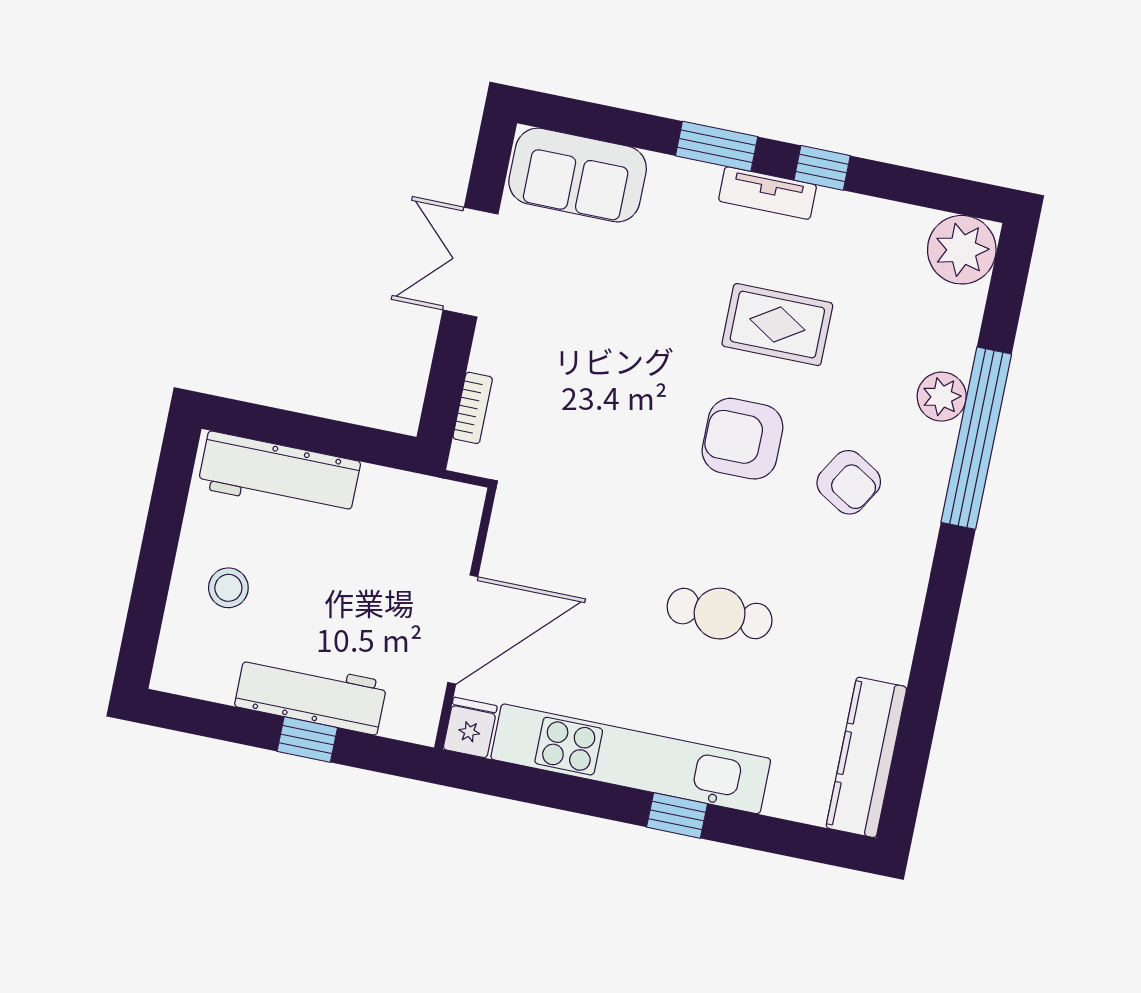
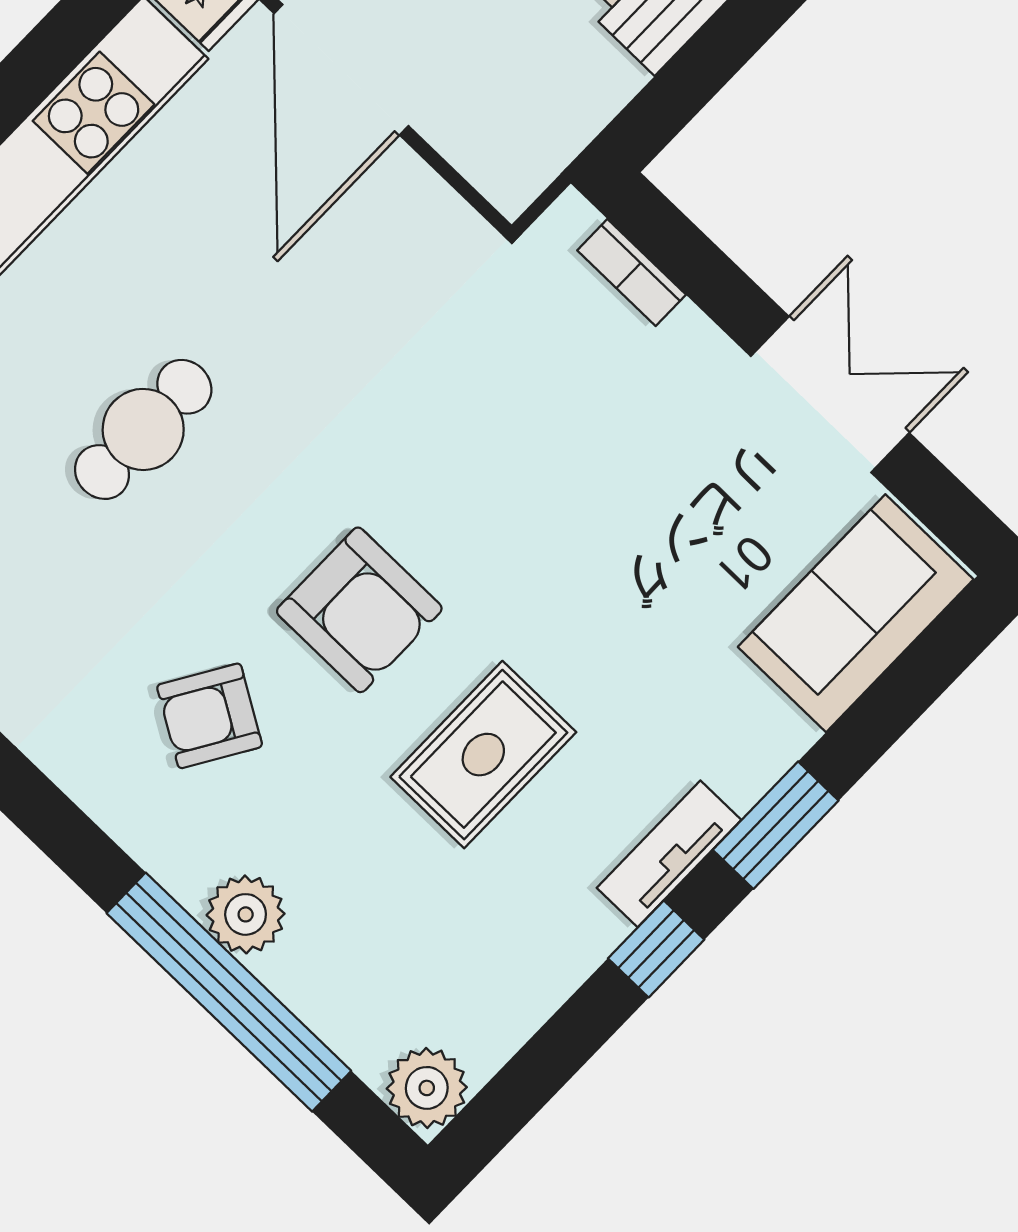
plant: (962, 250) -> (427, 1088), width x0.73, depth x0.73
window: (976, 438) -> (229, 992), moved
armchair: (742, 439) -> (359, 610), turned 90

